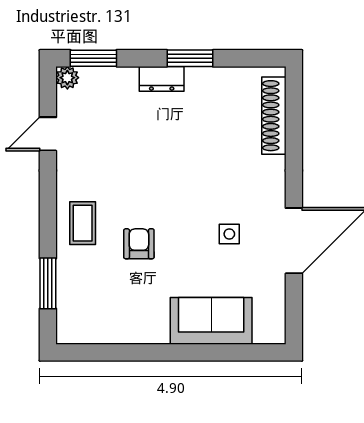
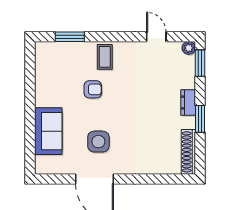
shoe rack: (274, 116) -> (188, 152), moved, turned -90
coffee table: (83, 223) -> (105, 57), turned 90
side table: (229, 234) -> (98, 142), width x1.87, depth x1.87

